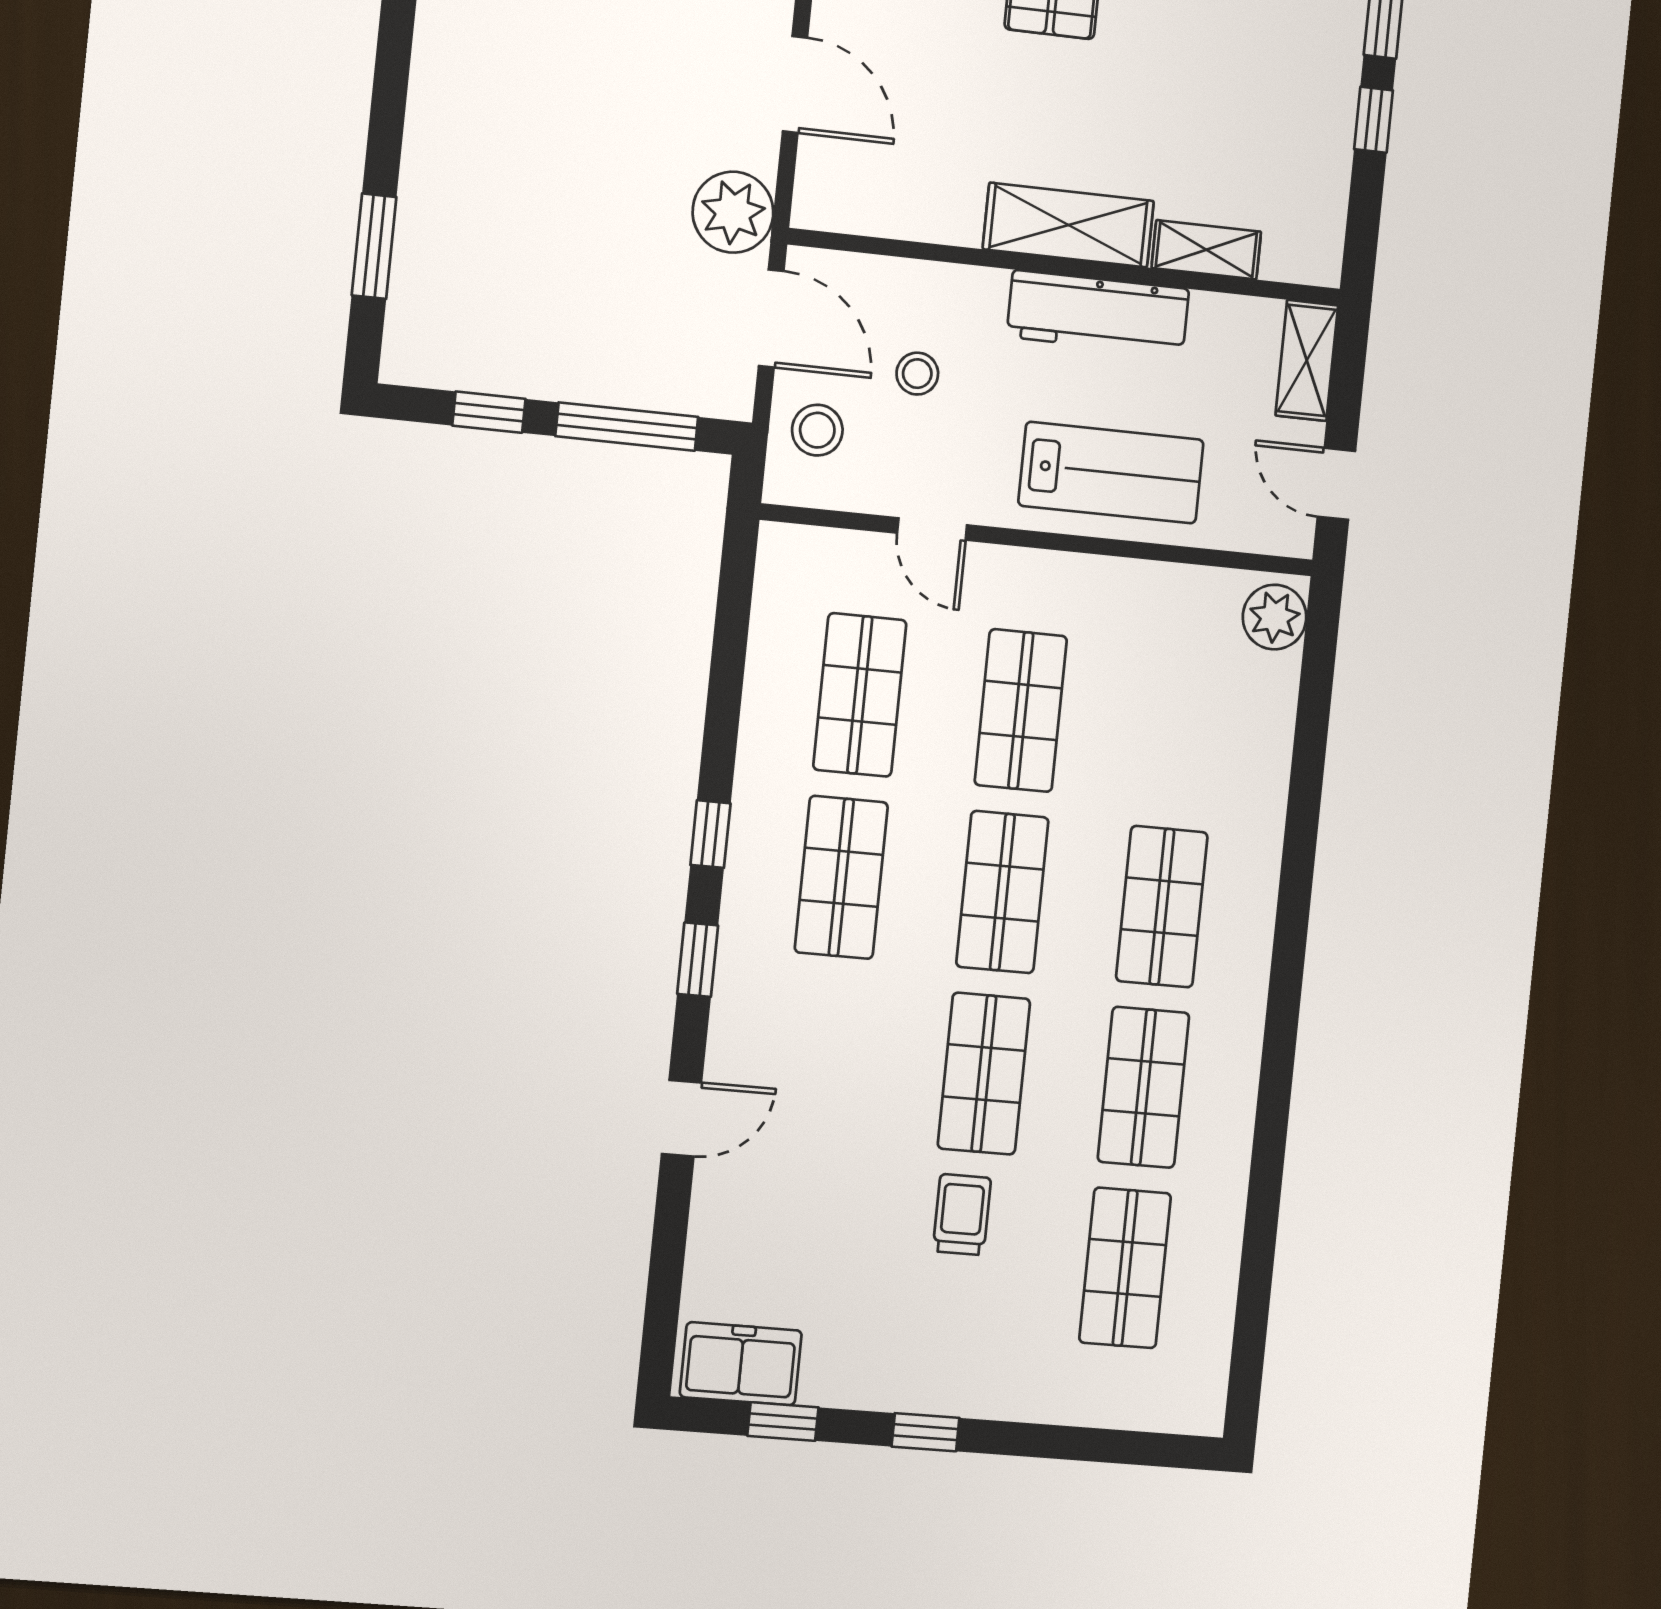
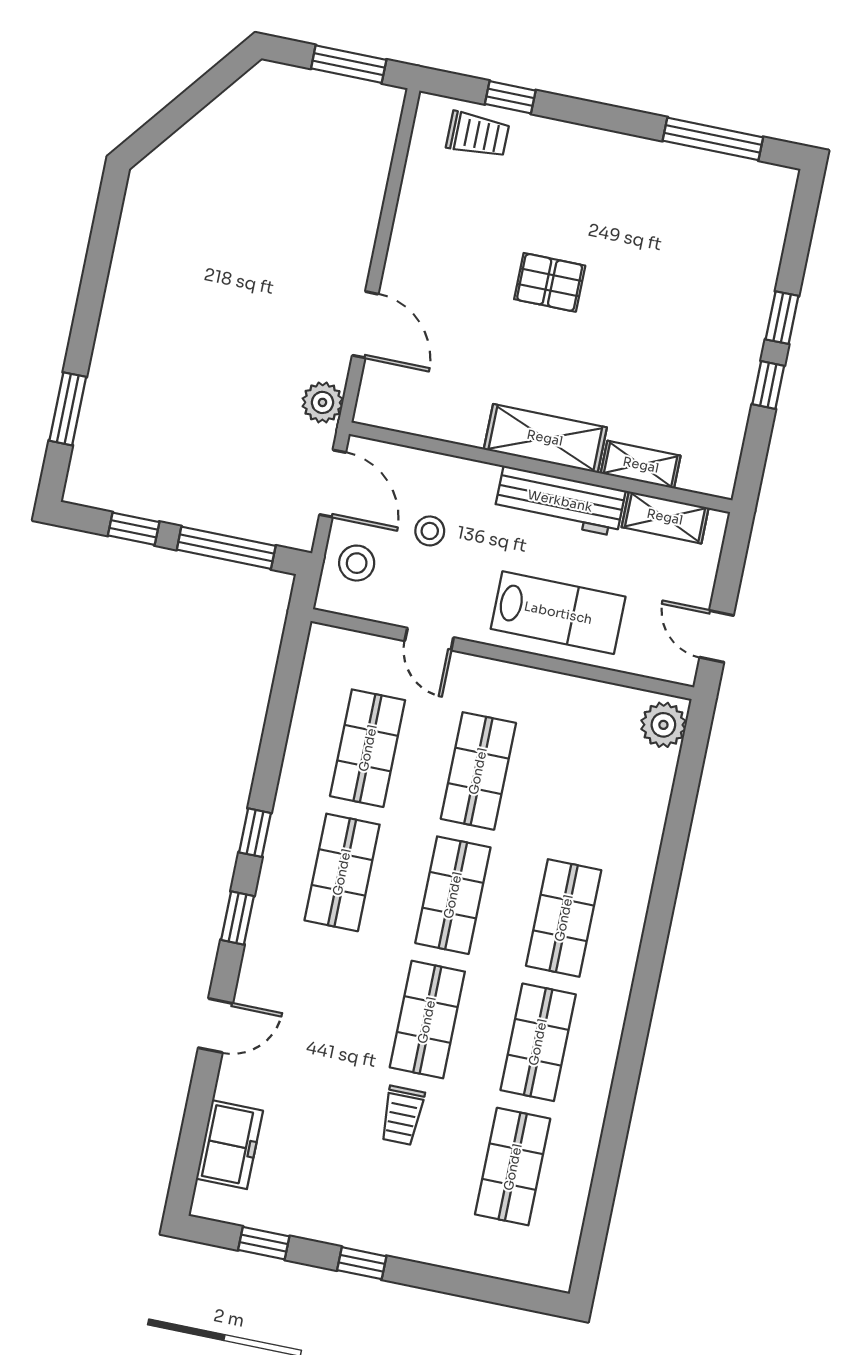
plant: (733, 212) -> (323, 402), width x0.73, depth x0.73
shelving: (1307, 360) -> (665, 517), moved, turned 90
trolley: (962, 1215) -> (402, 1115), turned 180
freezer: (741, 1364) -> (229, 1145), moved, turned 90

